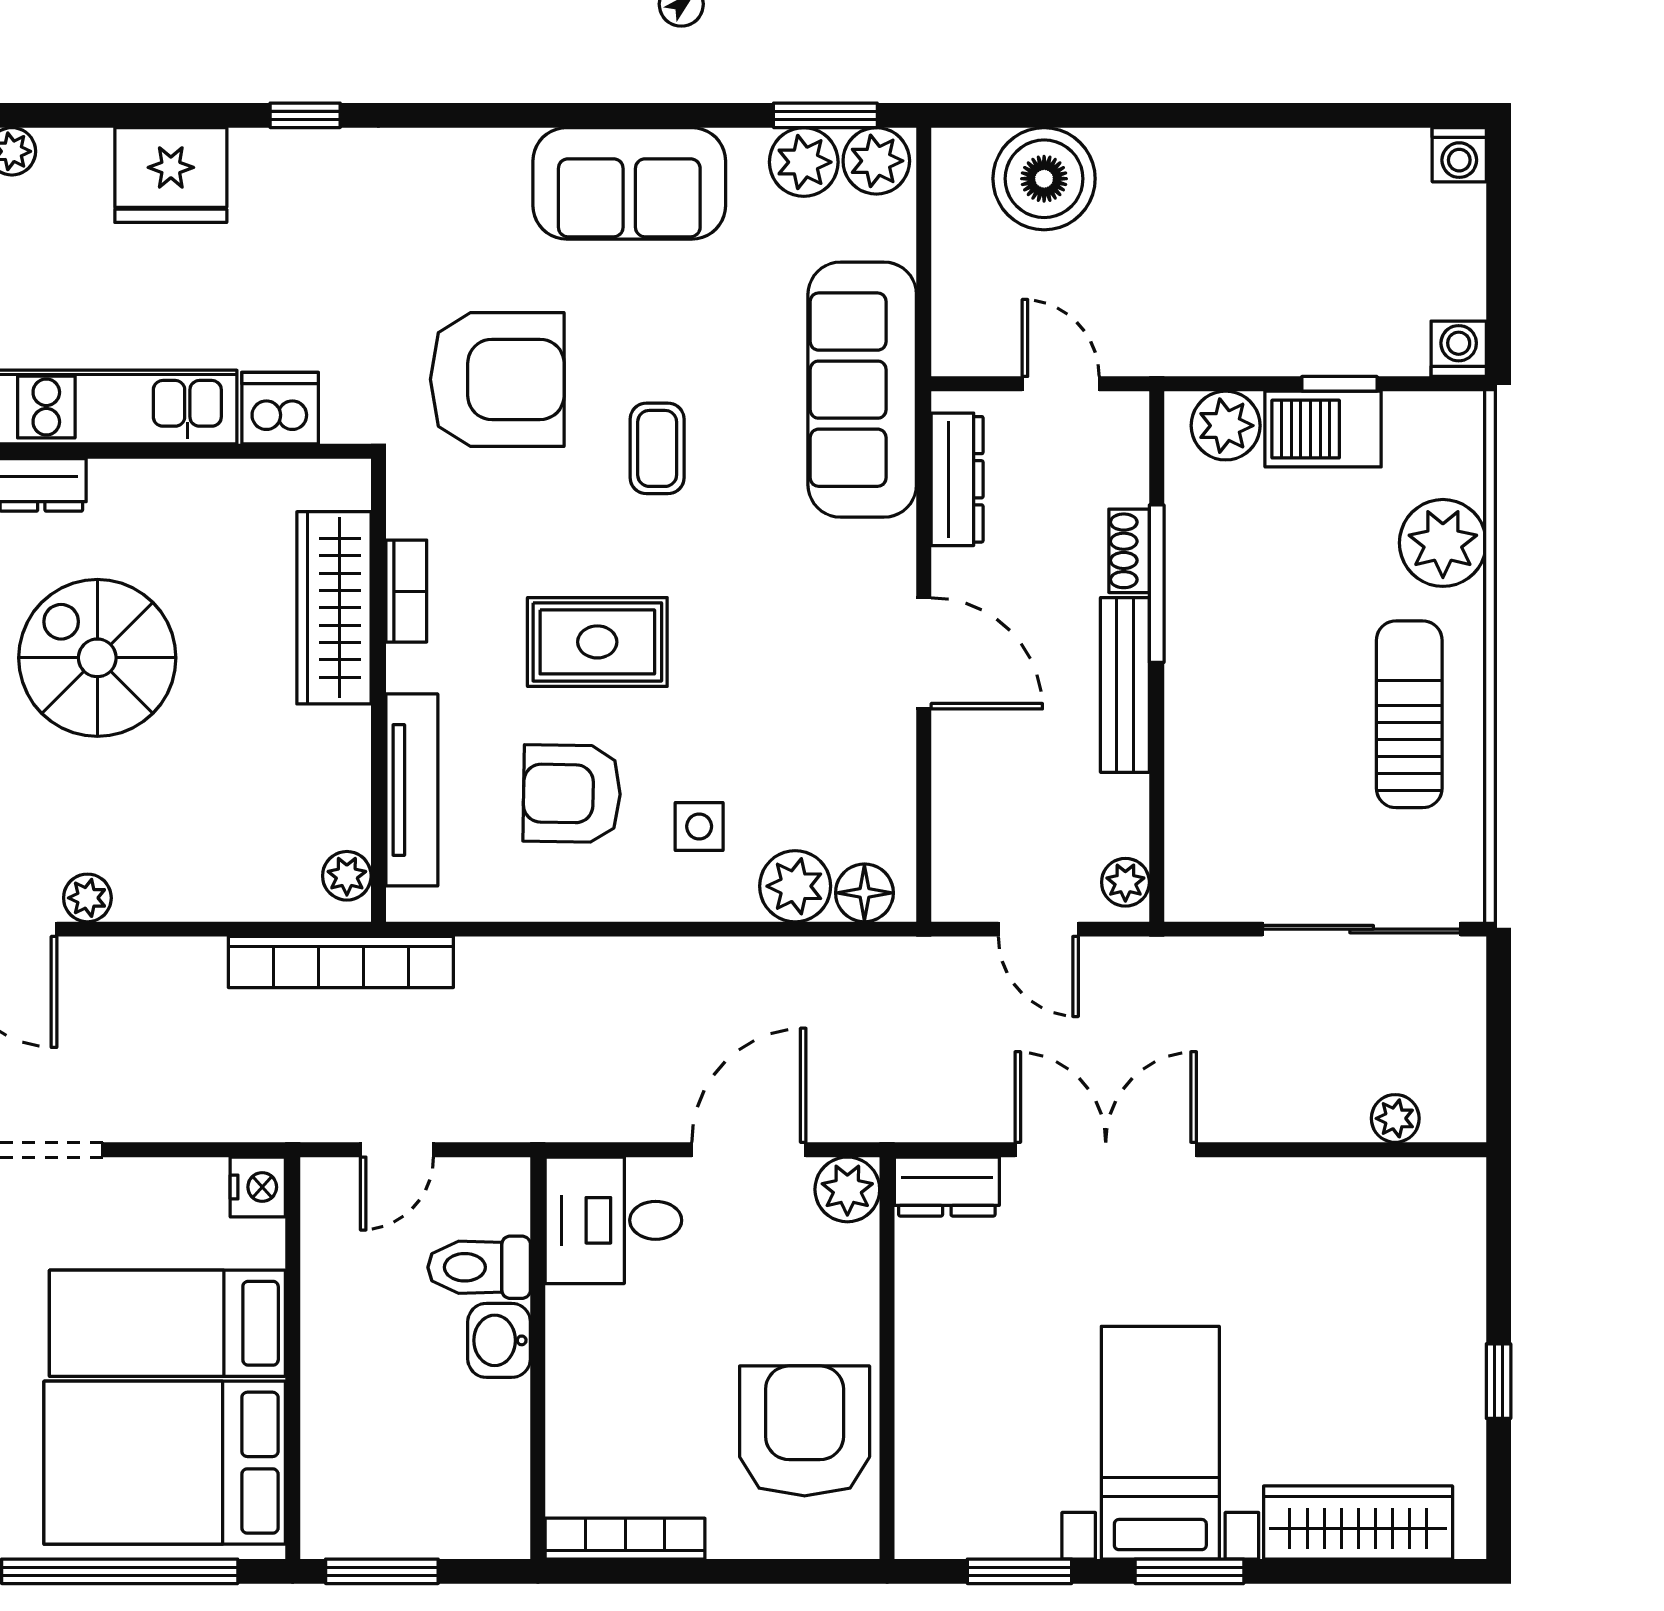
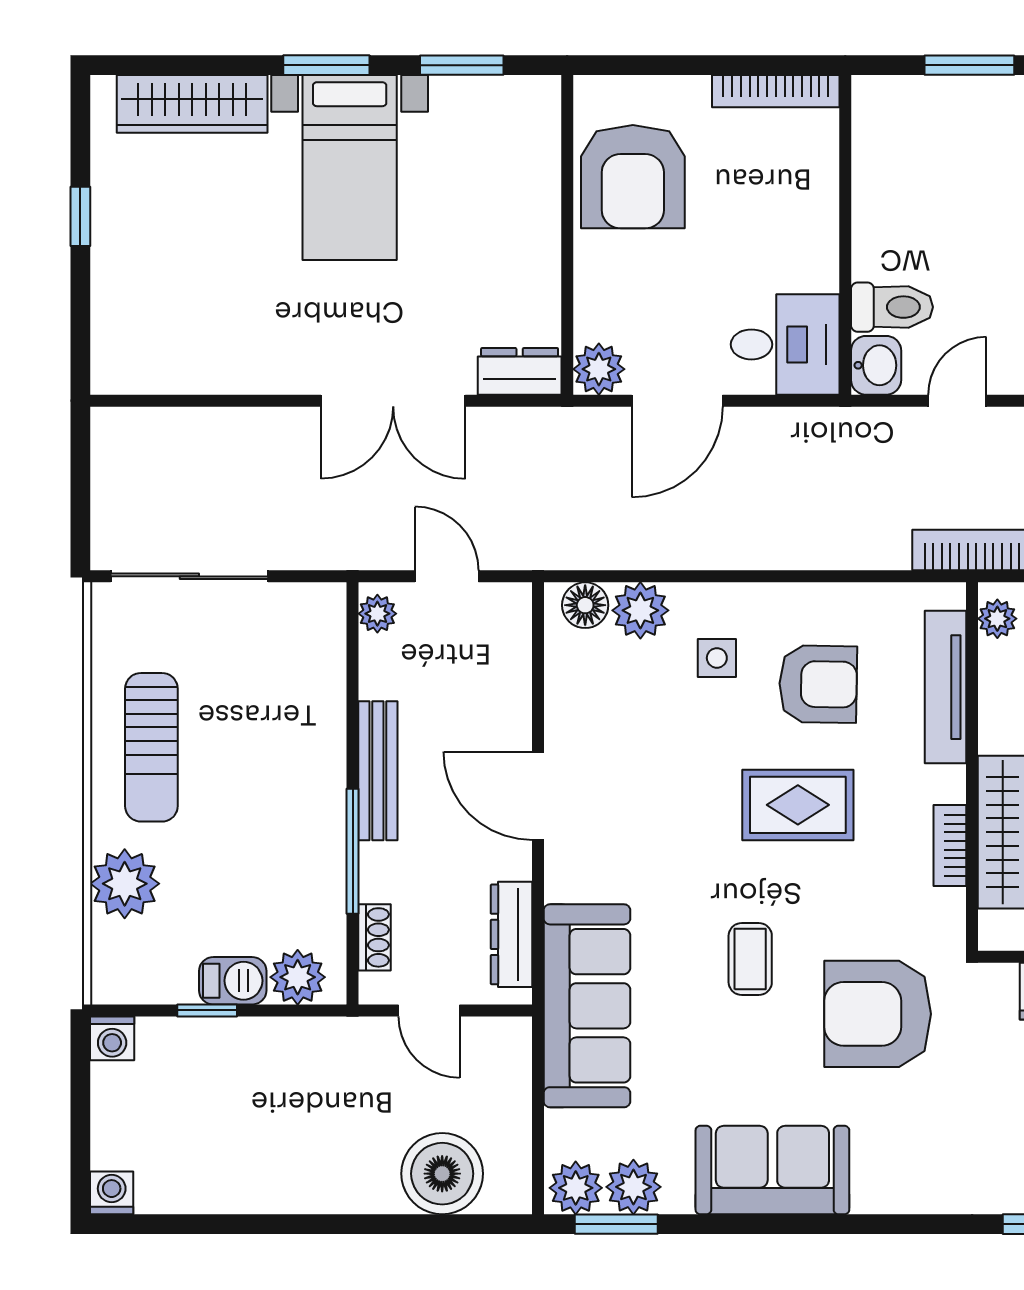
barbecue: (1323, 429) -> (233, 981), width x0.73, depth x0.79
shoe rack: (1129, 551) -> (375, 937), moved
plant: (1395, 1118) -> (163, 426), removed
washbasin: (499, 1340) -> (876, 365), moved

